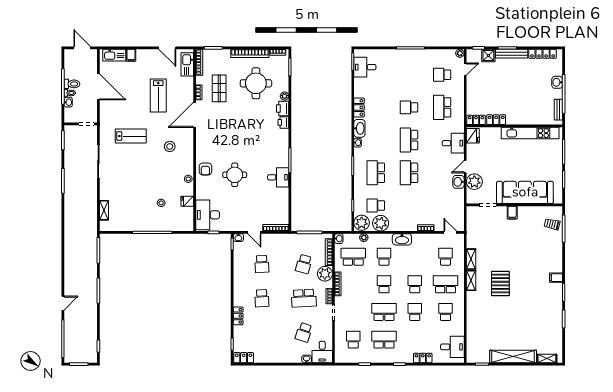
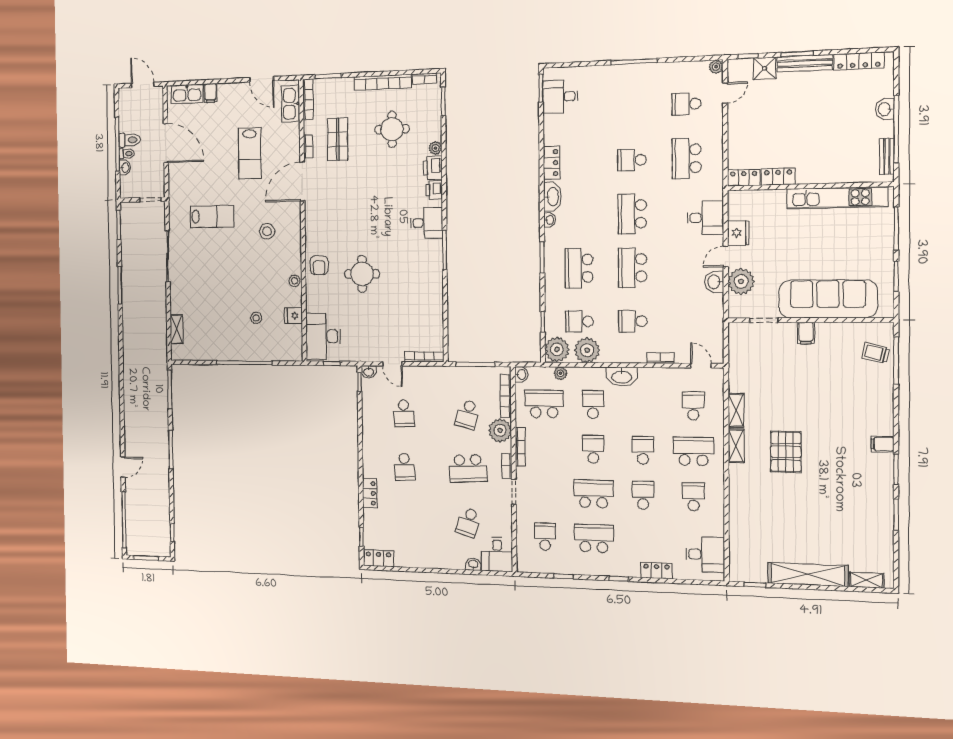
round table: (256, 83) -> (392, 129), width x0.73, depth x0.73
fridge: (473, 136) -> (738, 233), moved
desk: (278, 177) -> (427, 223), moved
school desk: (409, 205) -> (633, 321), added

